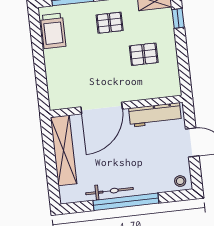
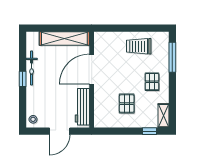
trolley: (53, 31) -> (139, 46), moved
door: (102, 108) -> (92, 69), hinge flipped
window: (126, 202) -> (23, 79), width x0.32

